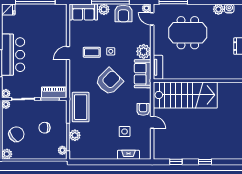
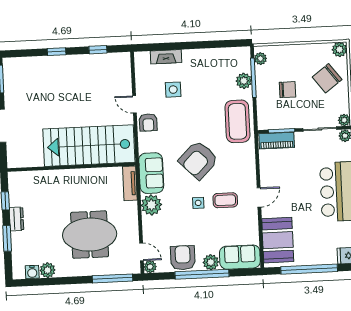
booth: (56, 23) -> (278, 240), added

